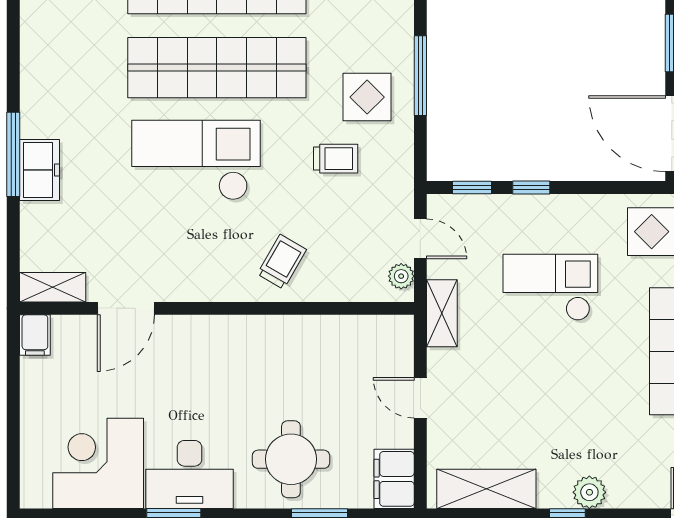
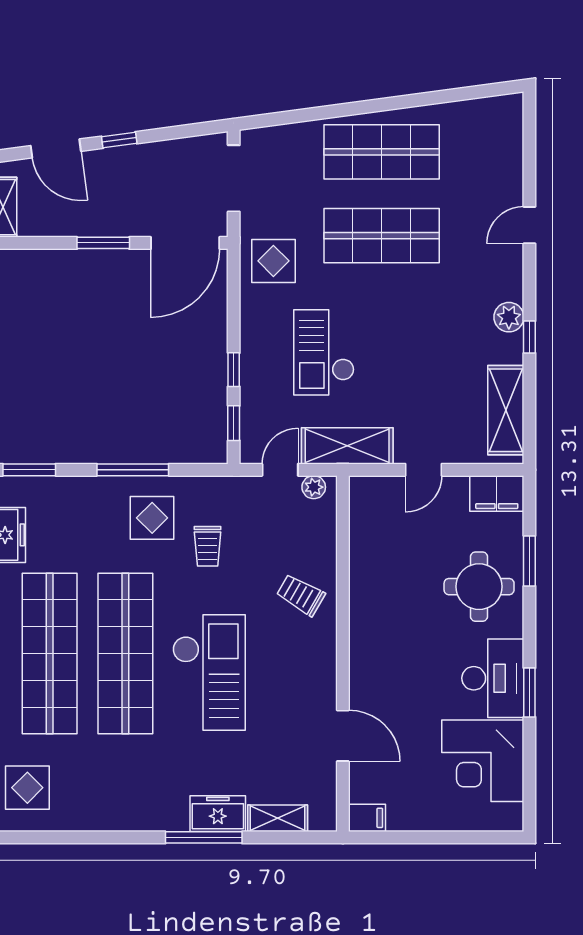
trolley: (336, 159) -> (208, 546), turned 180
checkout: (196, 160) -> (209, 672), turned 180
shelving: (53, 287) -> (278, 818), moved, turned 90
shelving: (442, 313) -> (347, 446), width x1.50, depth x1.33

